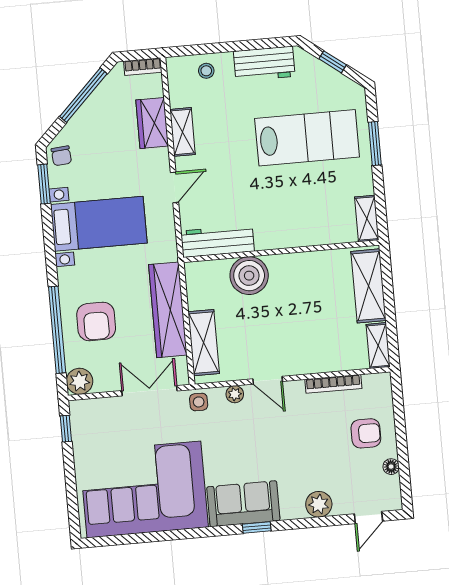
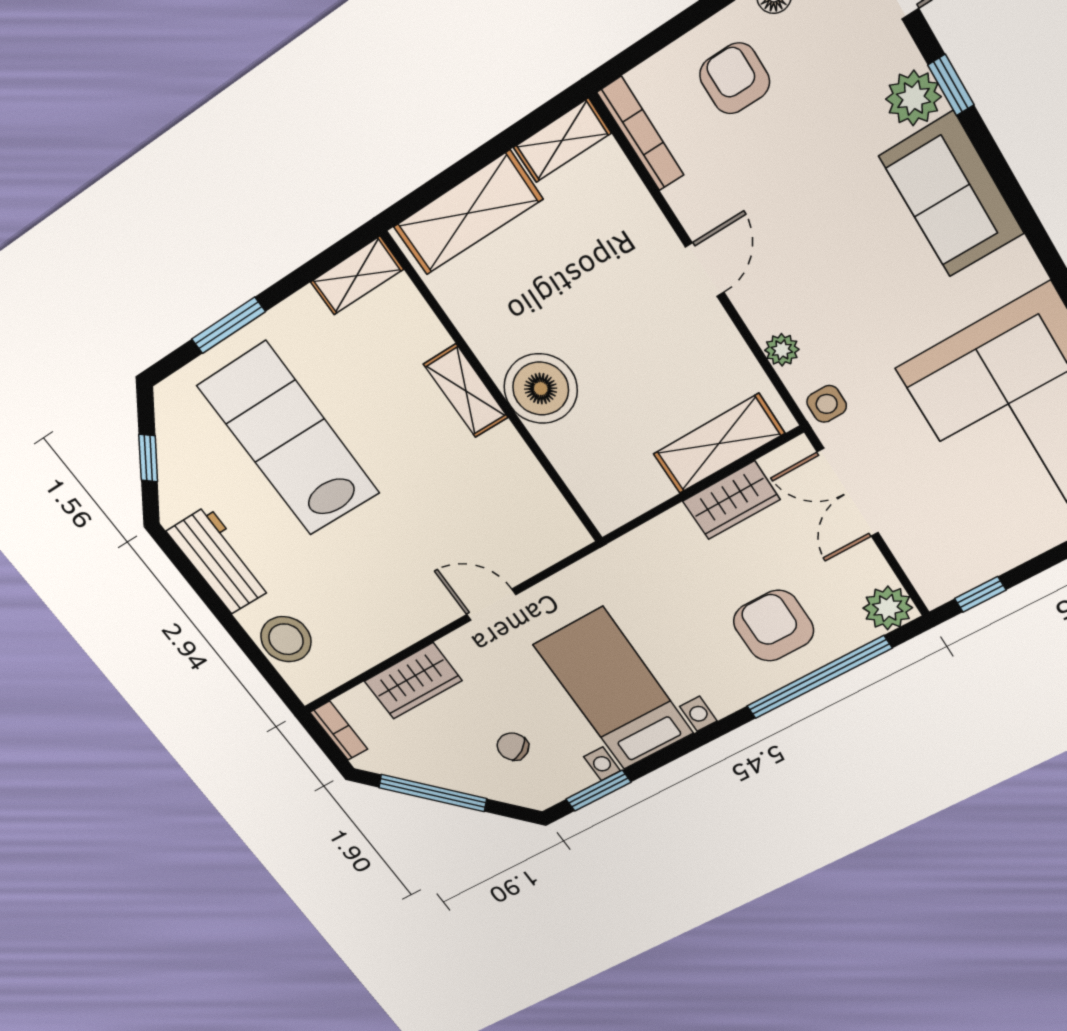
stool: (206, 71) -> (286, 639), width x1.89, depth x1.89
shelving: (183, 132) -> (466, 391), moved, turned 90
chair: (61, 156) -> (513, 747), moved, turned -117
workbench: (218, 241) -> (537, 500), removed
boiler: (249, 276) -> (541, 389), moved
wardrobe: (168, 310) -> (731, 500), width x0.48, depth x0.85
armchair: (96, 321) -> (774, 626), turned -90
door: (268, 380) -> (705, 270), moved
bookcase: (333, 384) -> (641, 134), moved
sofa: (243, 504) -> (952, 195), moved
window: (257, 528) -> (951, 85), moved

